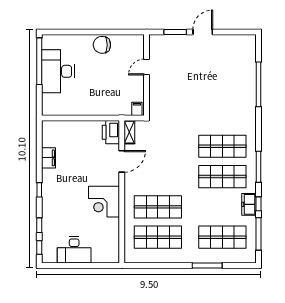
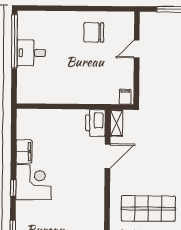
chair: (102, 45) -> (94, 32), moved
desk: (58, 71) -> (31, 53), width x0.53, depth x0.77
corner desk: (104, 202) -> (33, 182), moved, turned 180

